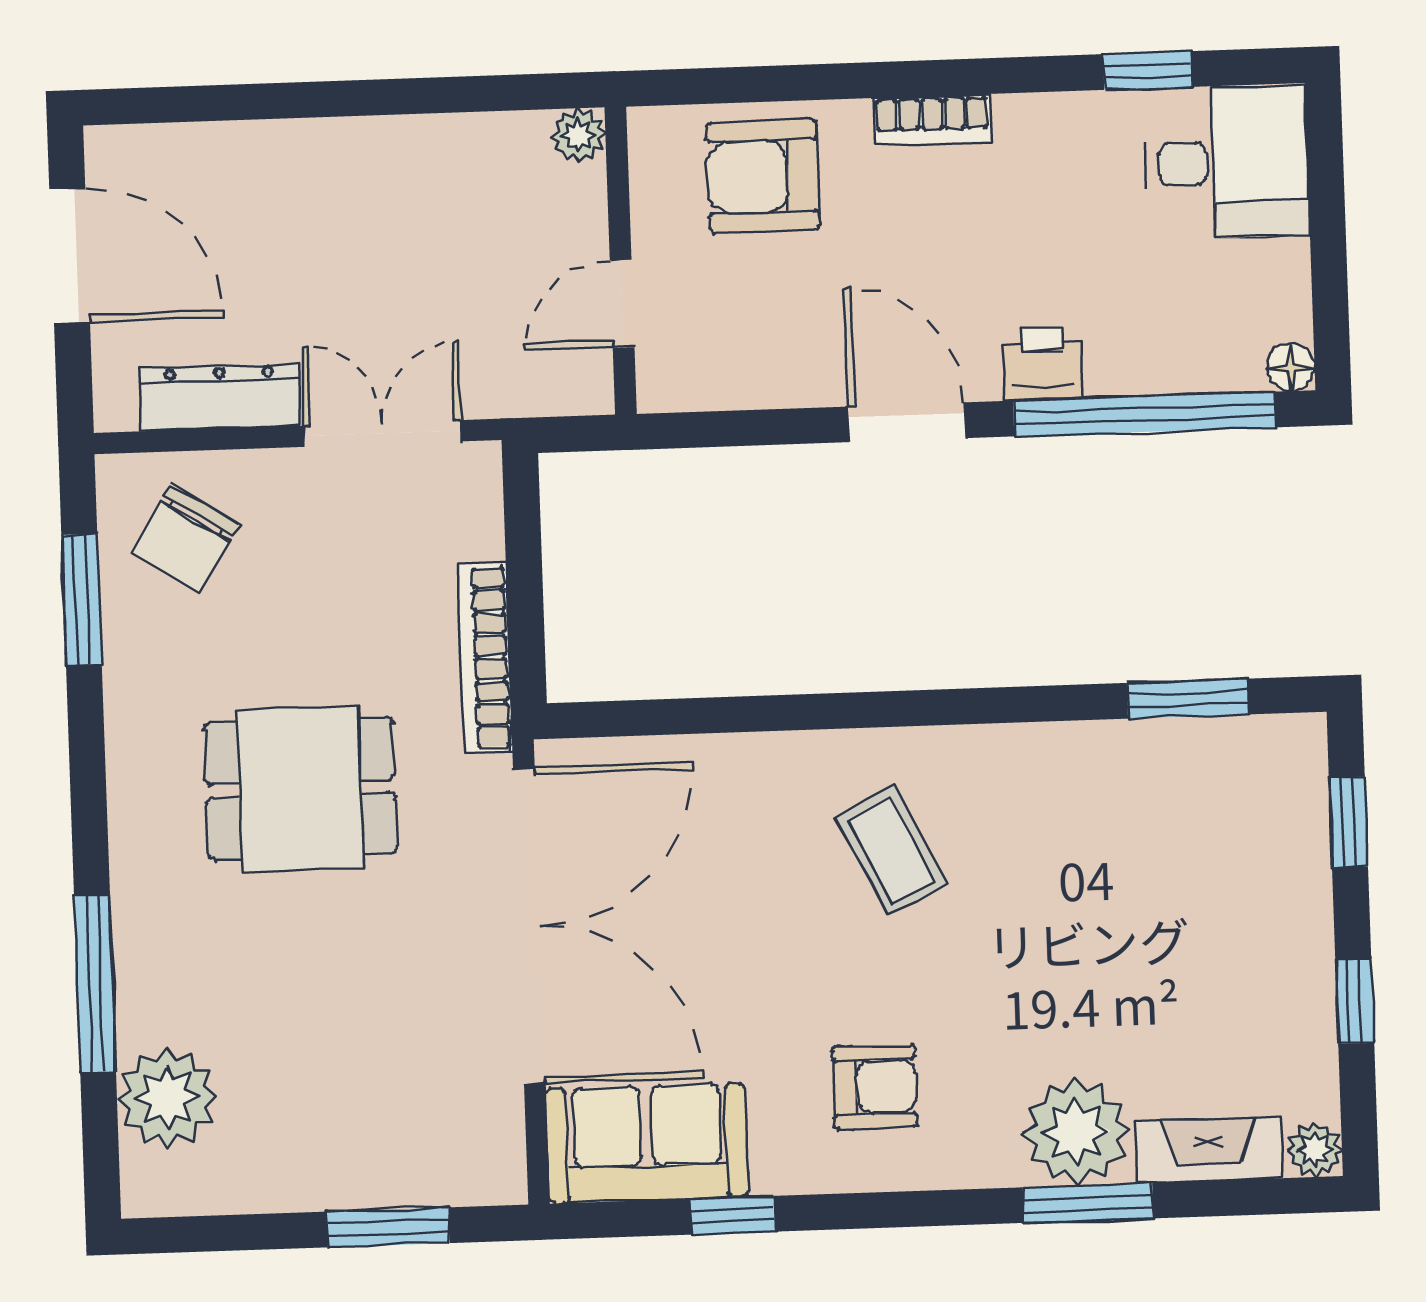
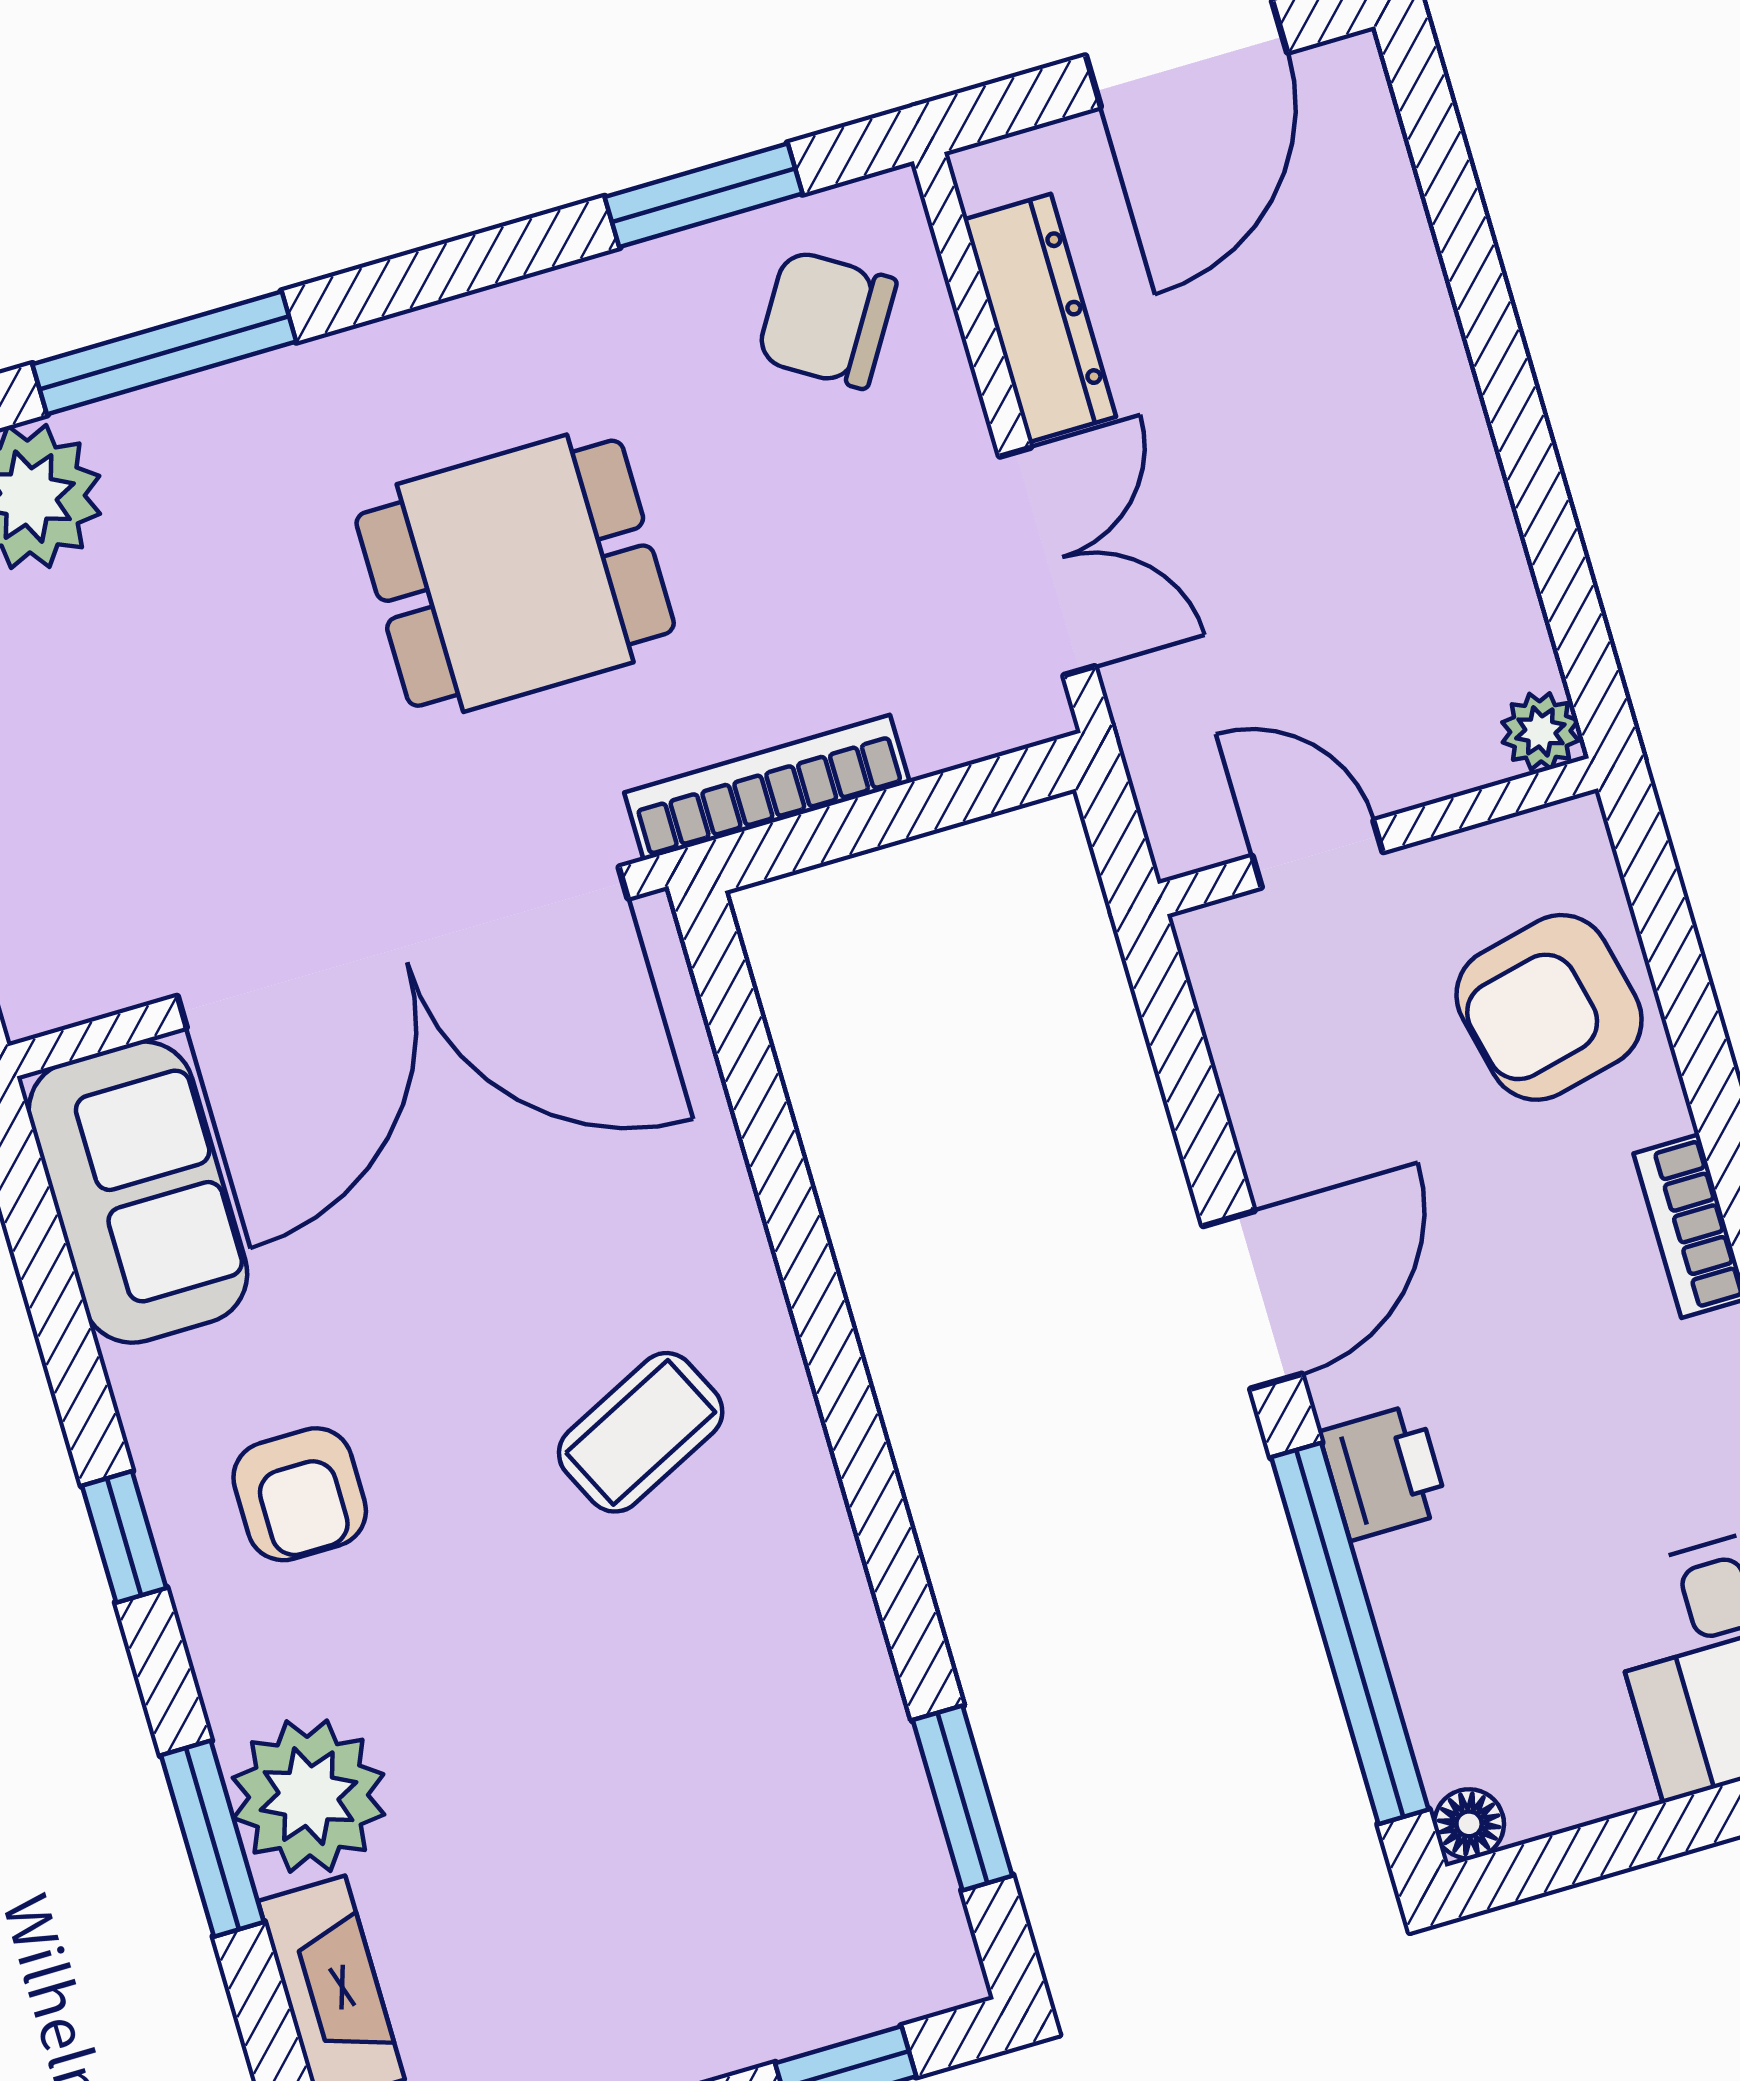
armchair: (763, 176) -> (1549, 1007), turned -103
dining table: (300, 788) -> (515, 573), turned 90
window: (732, 1215) -> (124, 1537), moved

